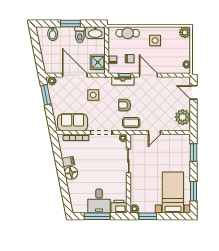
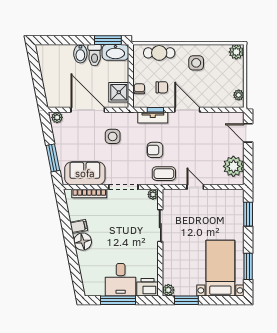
window: (70, 24) -> (108, 40), moved
bidet: (53, 34) -> (80, 54), moved
window: (46, 95) -> (53, 158), moved
door: (154, 132) -> (195, 187), swing flipped

